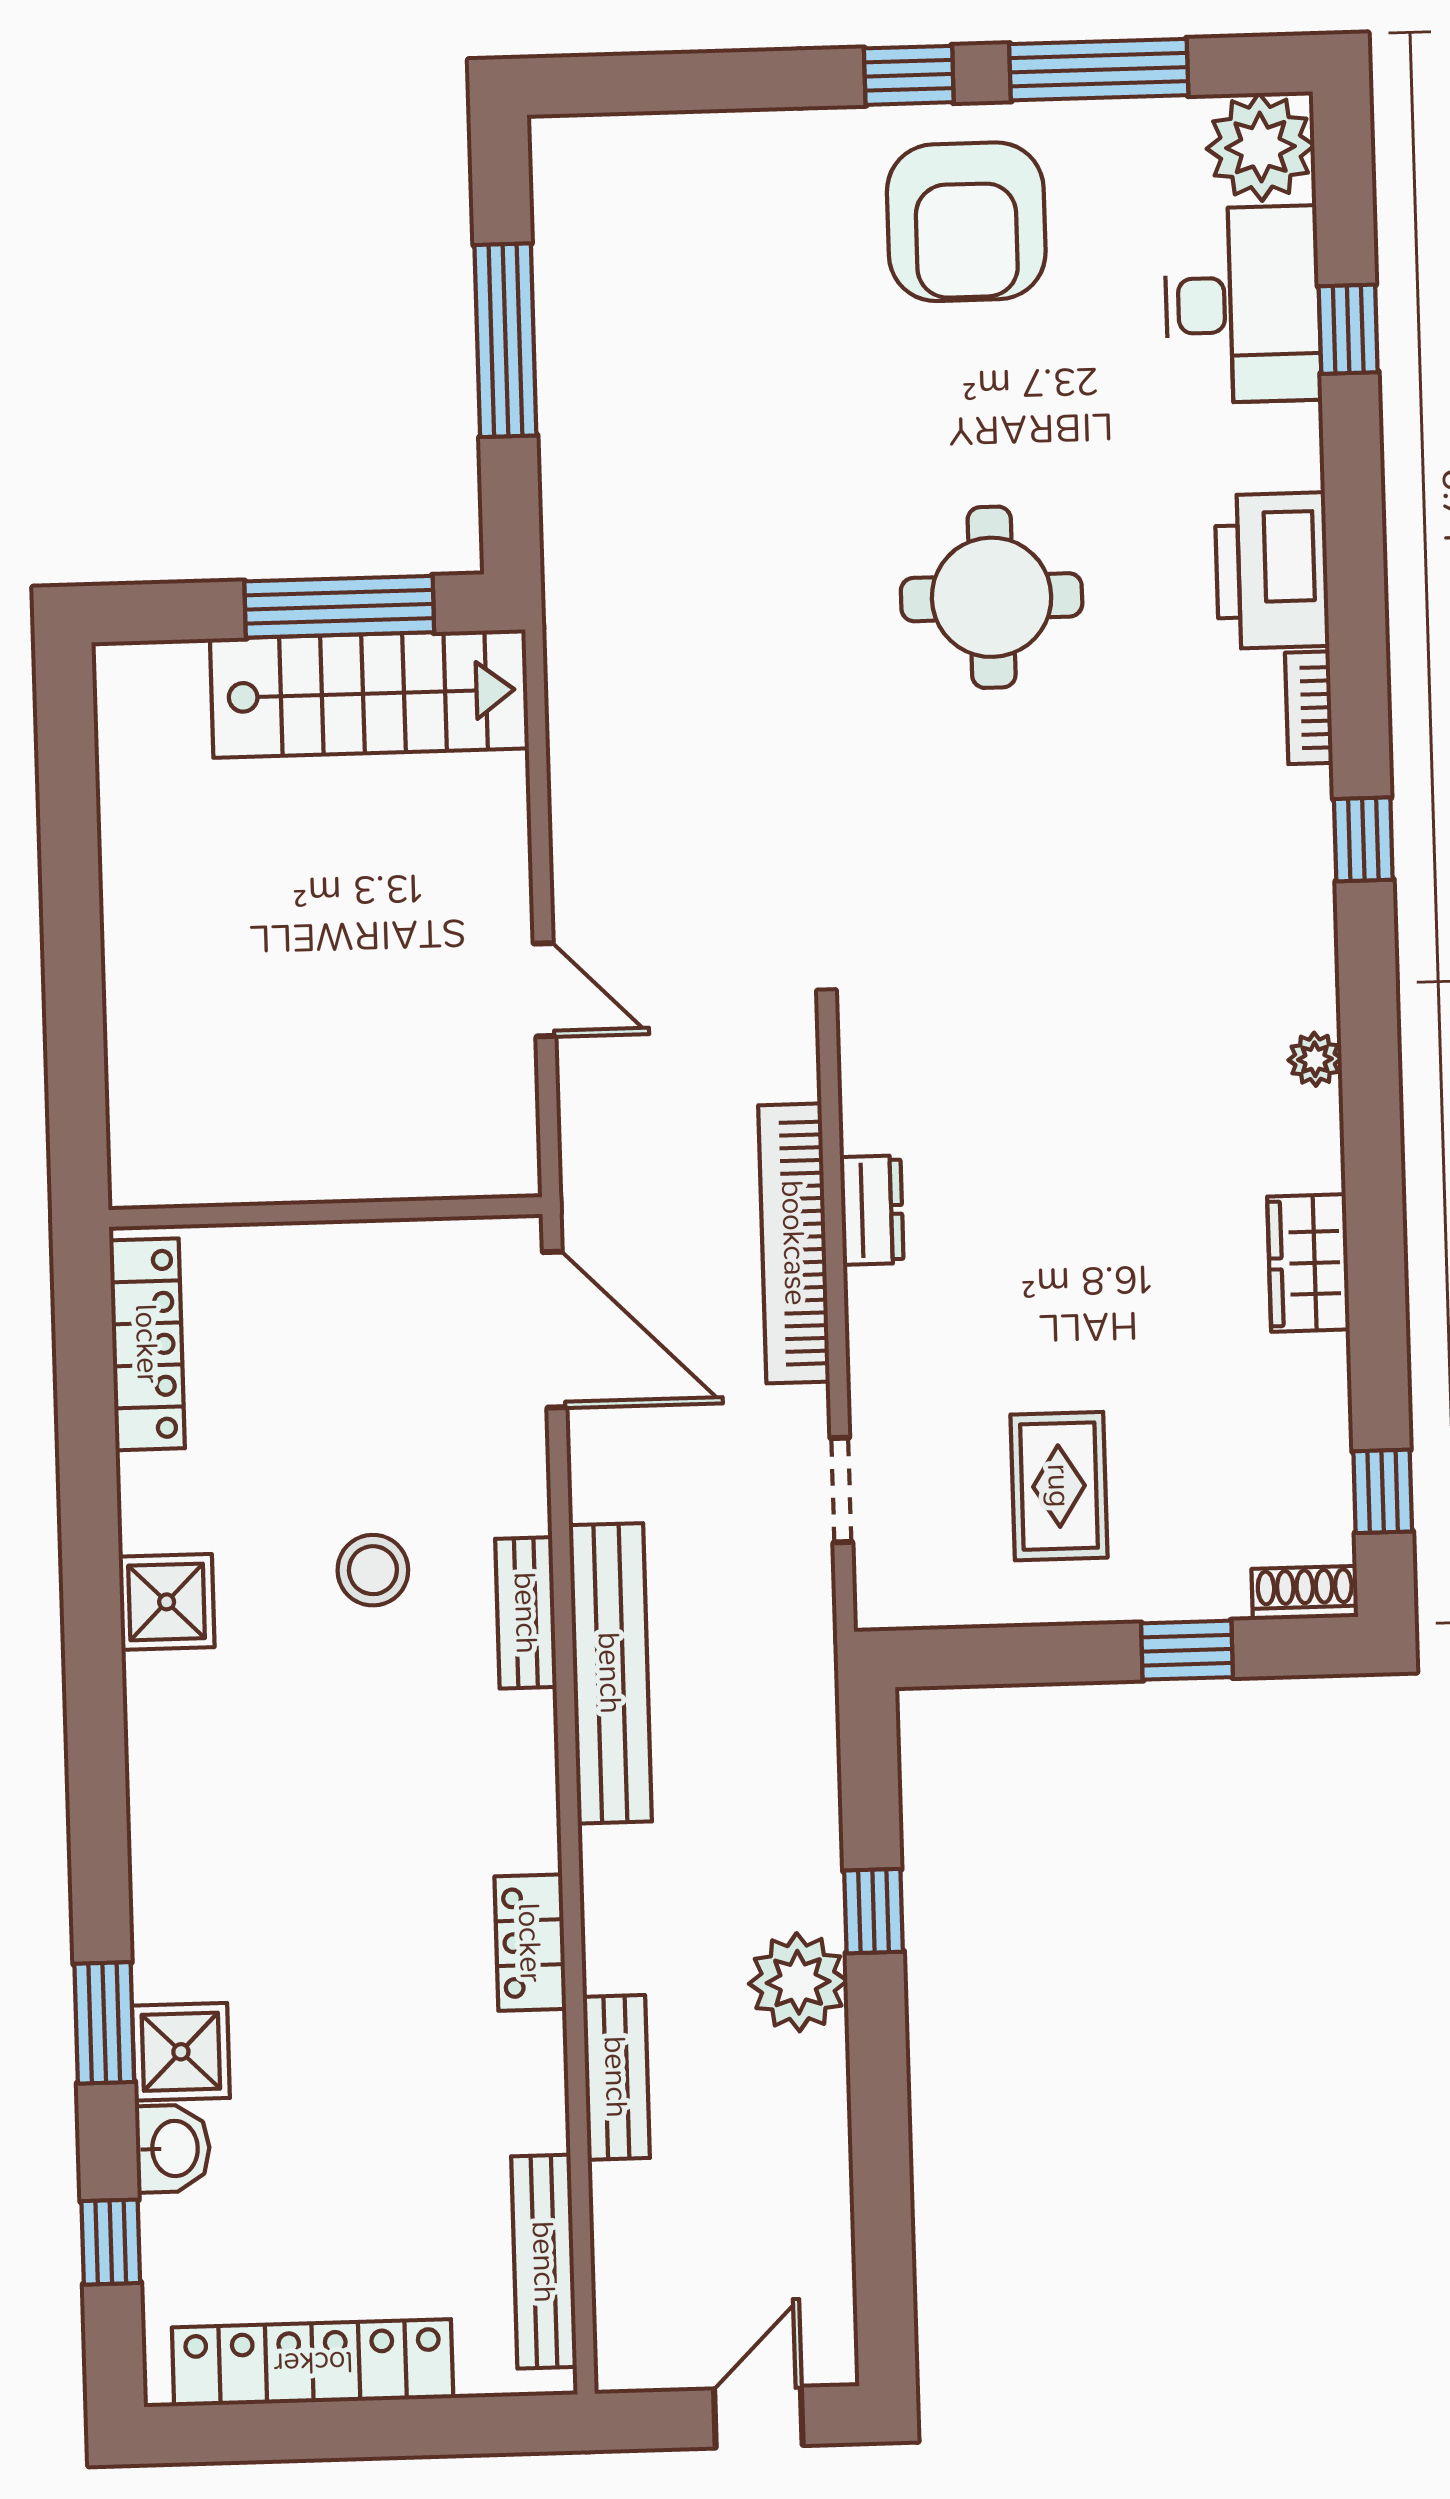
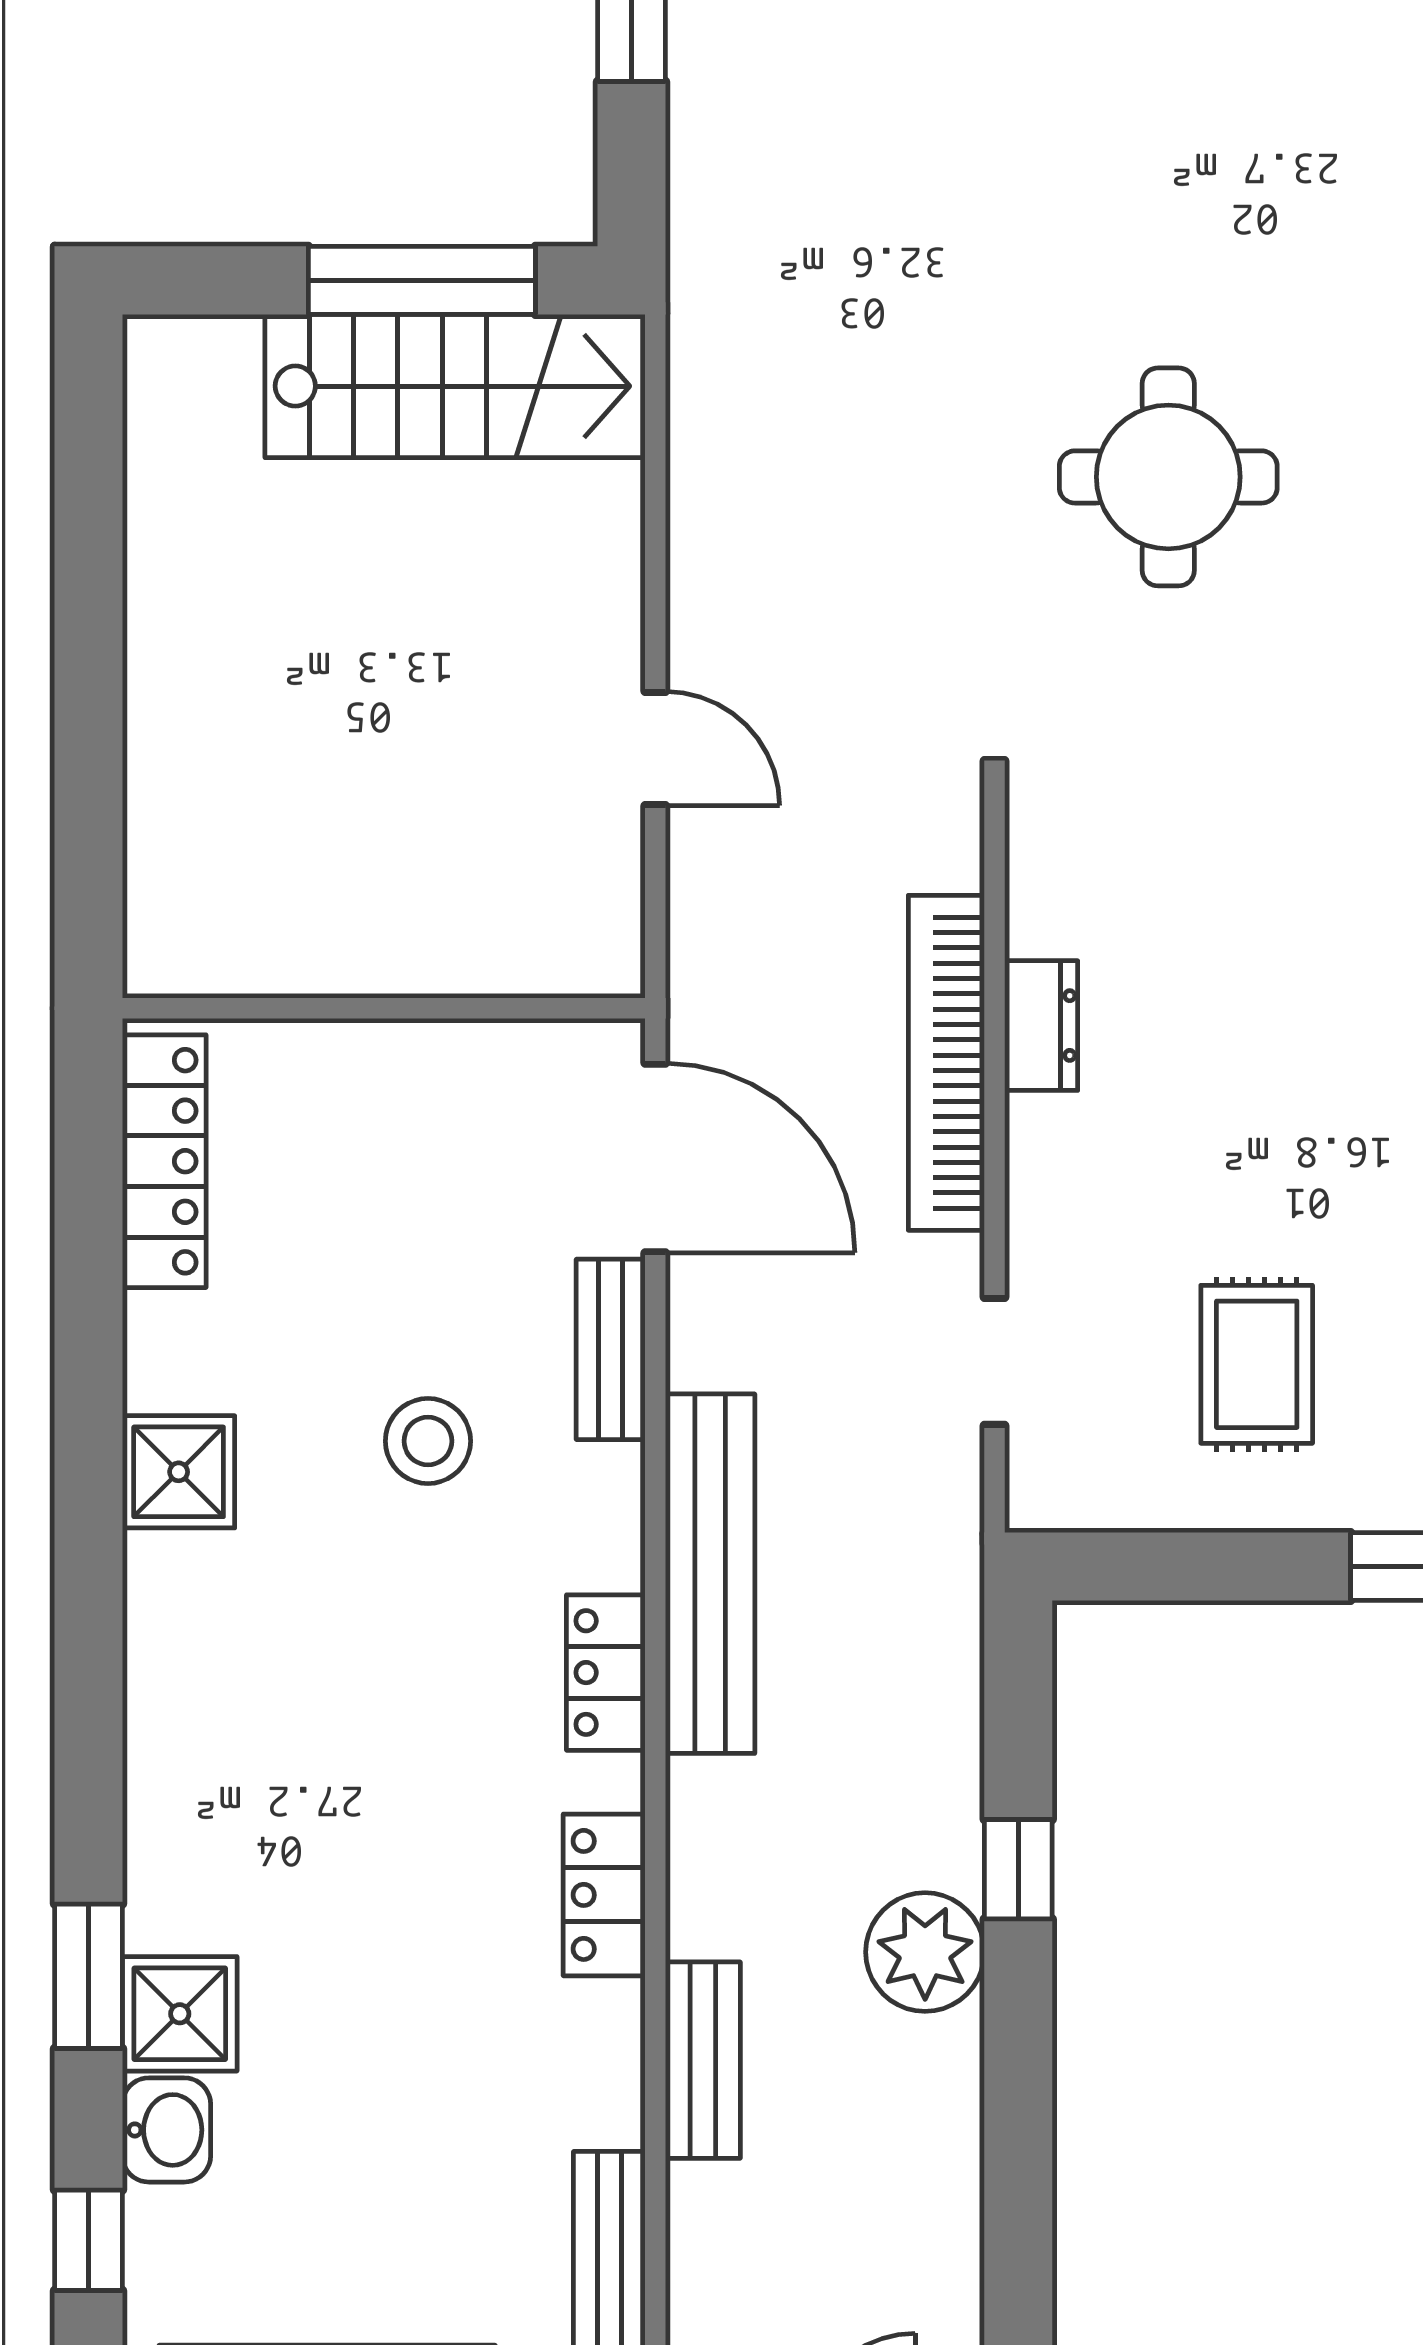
round table: (992, 597) -> (1168, 477), moved
bench: (526, 1613) -> (611, 1349), moved
locker: (526, 1758) -> (606, 1673), added

